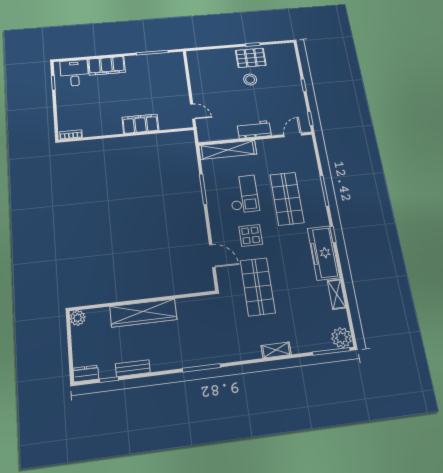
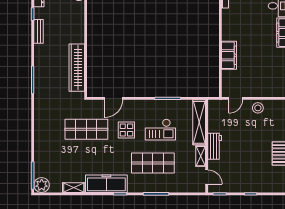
stool: (250, 79) -> (258, 108), moved
wardrobe: (143, 313) -> (77, 68), moved
shelving: (276, 350) -> (201, 156), moved

